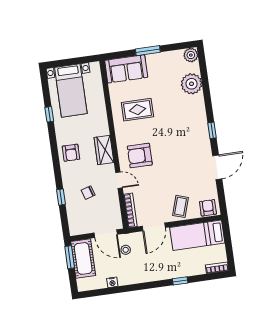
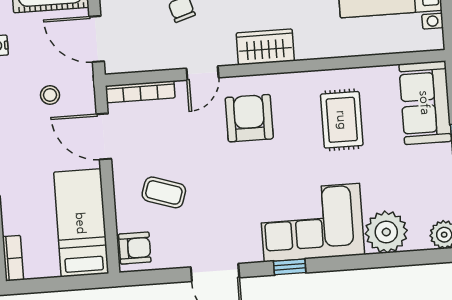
corner sofa: (189, 121) -> (312, 223), added
coffee table: (181, 206) -> (164, 192), moved
door: (106, 234) -> (97, 39), hinge flipped
stool: (126, 250) -> (50, 95), moved

